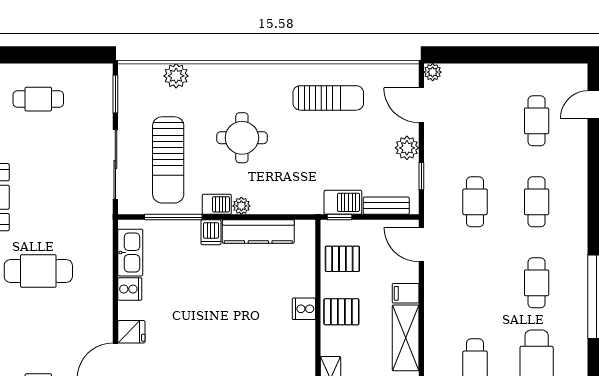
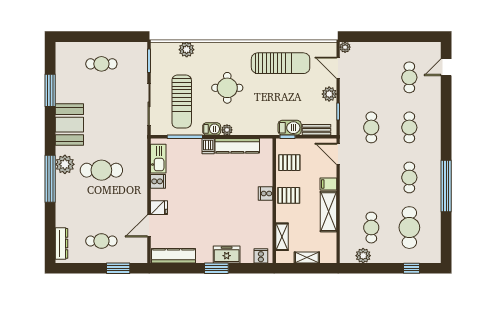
sun lounger: (328, 98) -> (281, 63), width x1.36, depth x1.34

